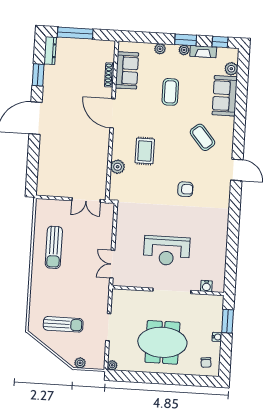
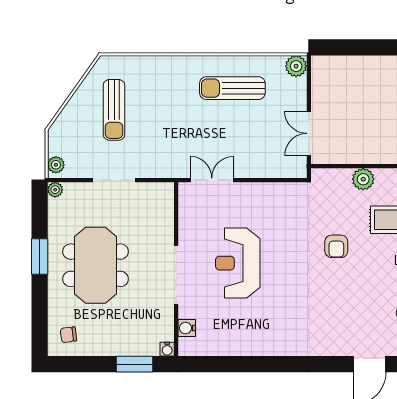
armchair: (185, 189) -> (336, 246), moved
plant: (42, 205) -> (296, 66), added
water cooler: (217, 337) -> (167, 349), moved
plant: (80, 363) -> (56, 165), moved
window: (155, 378) -> (40, 256), added

